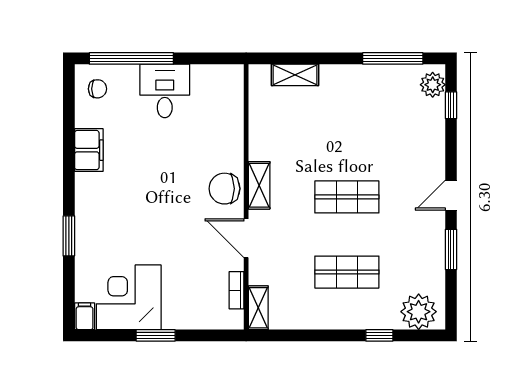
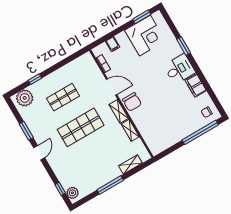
window: (393, 58) -> (110, 185), moved
desk: (165, 91) -> (179, 69), moved, turned -90
chair: (224, 189) -> (132, 102), turned 90
shop shelf: (347, 197) -> (81, 127), width x1.43, depth x1.36
shelving: (258, 308) -> (130, 130), moved
filing cabinet: (85, 316) -> (113, 44), moved
window: (156, 335) -> (142, 17), moved

